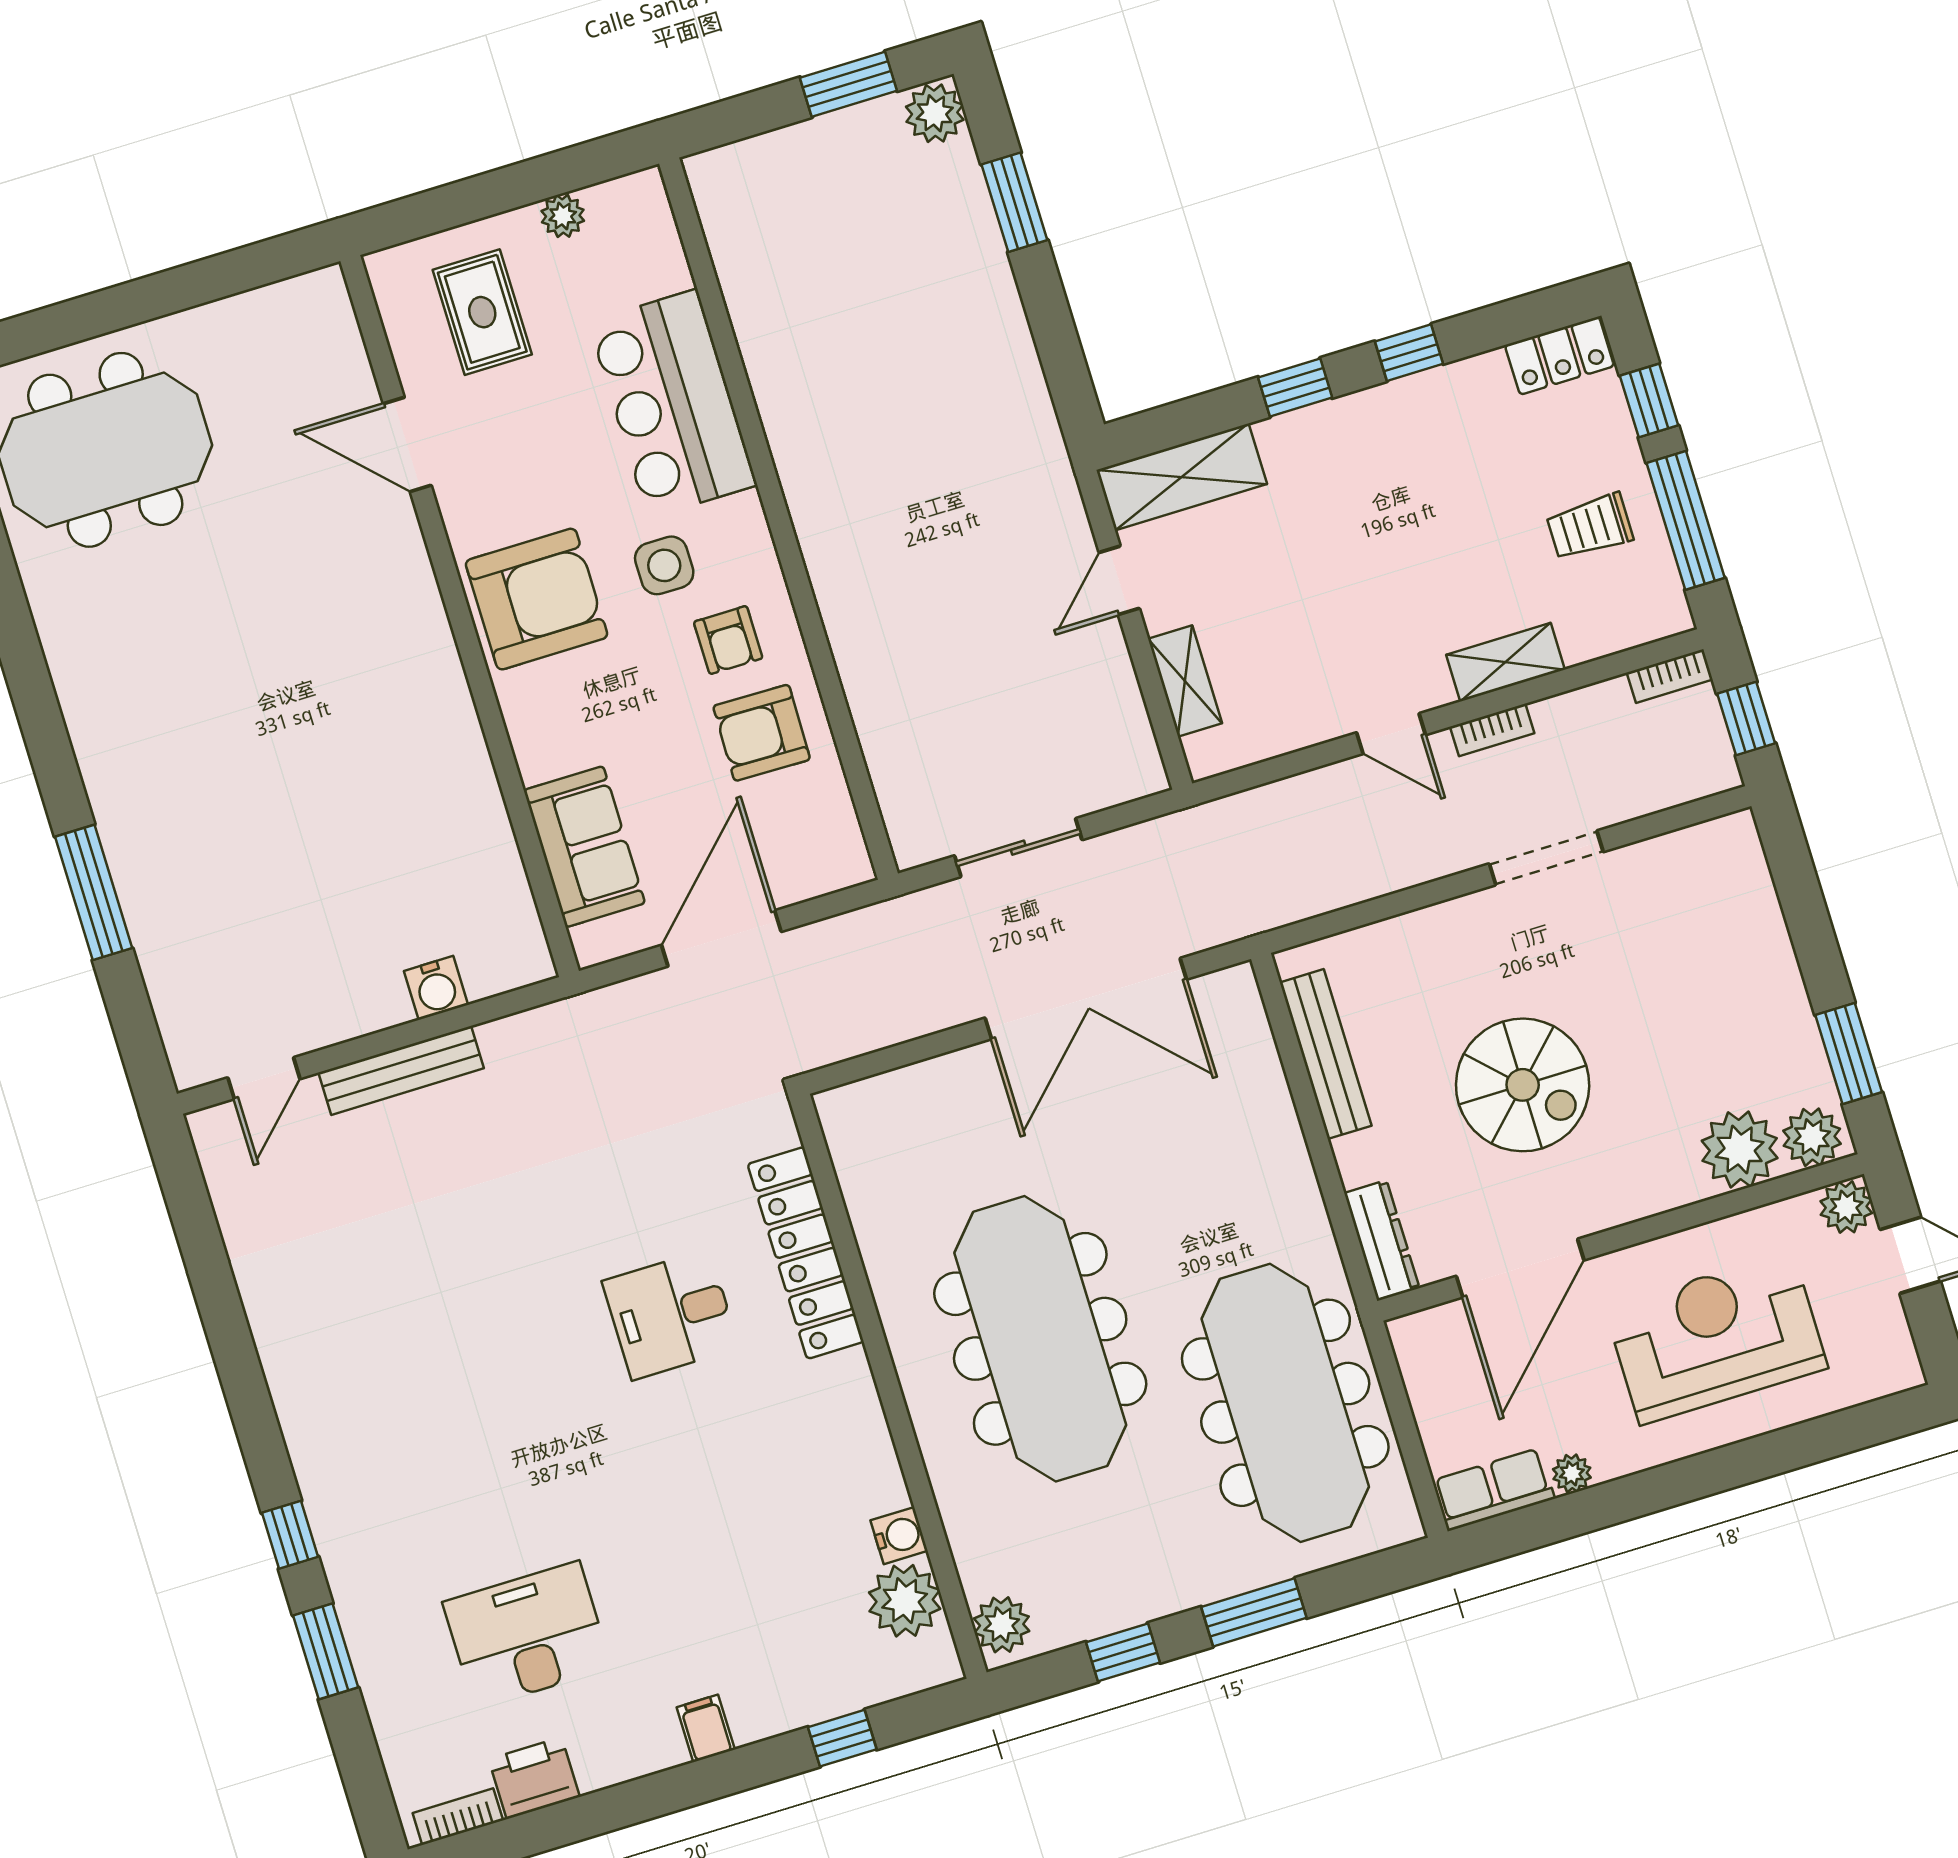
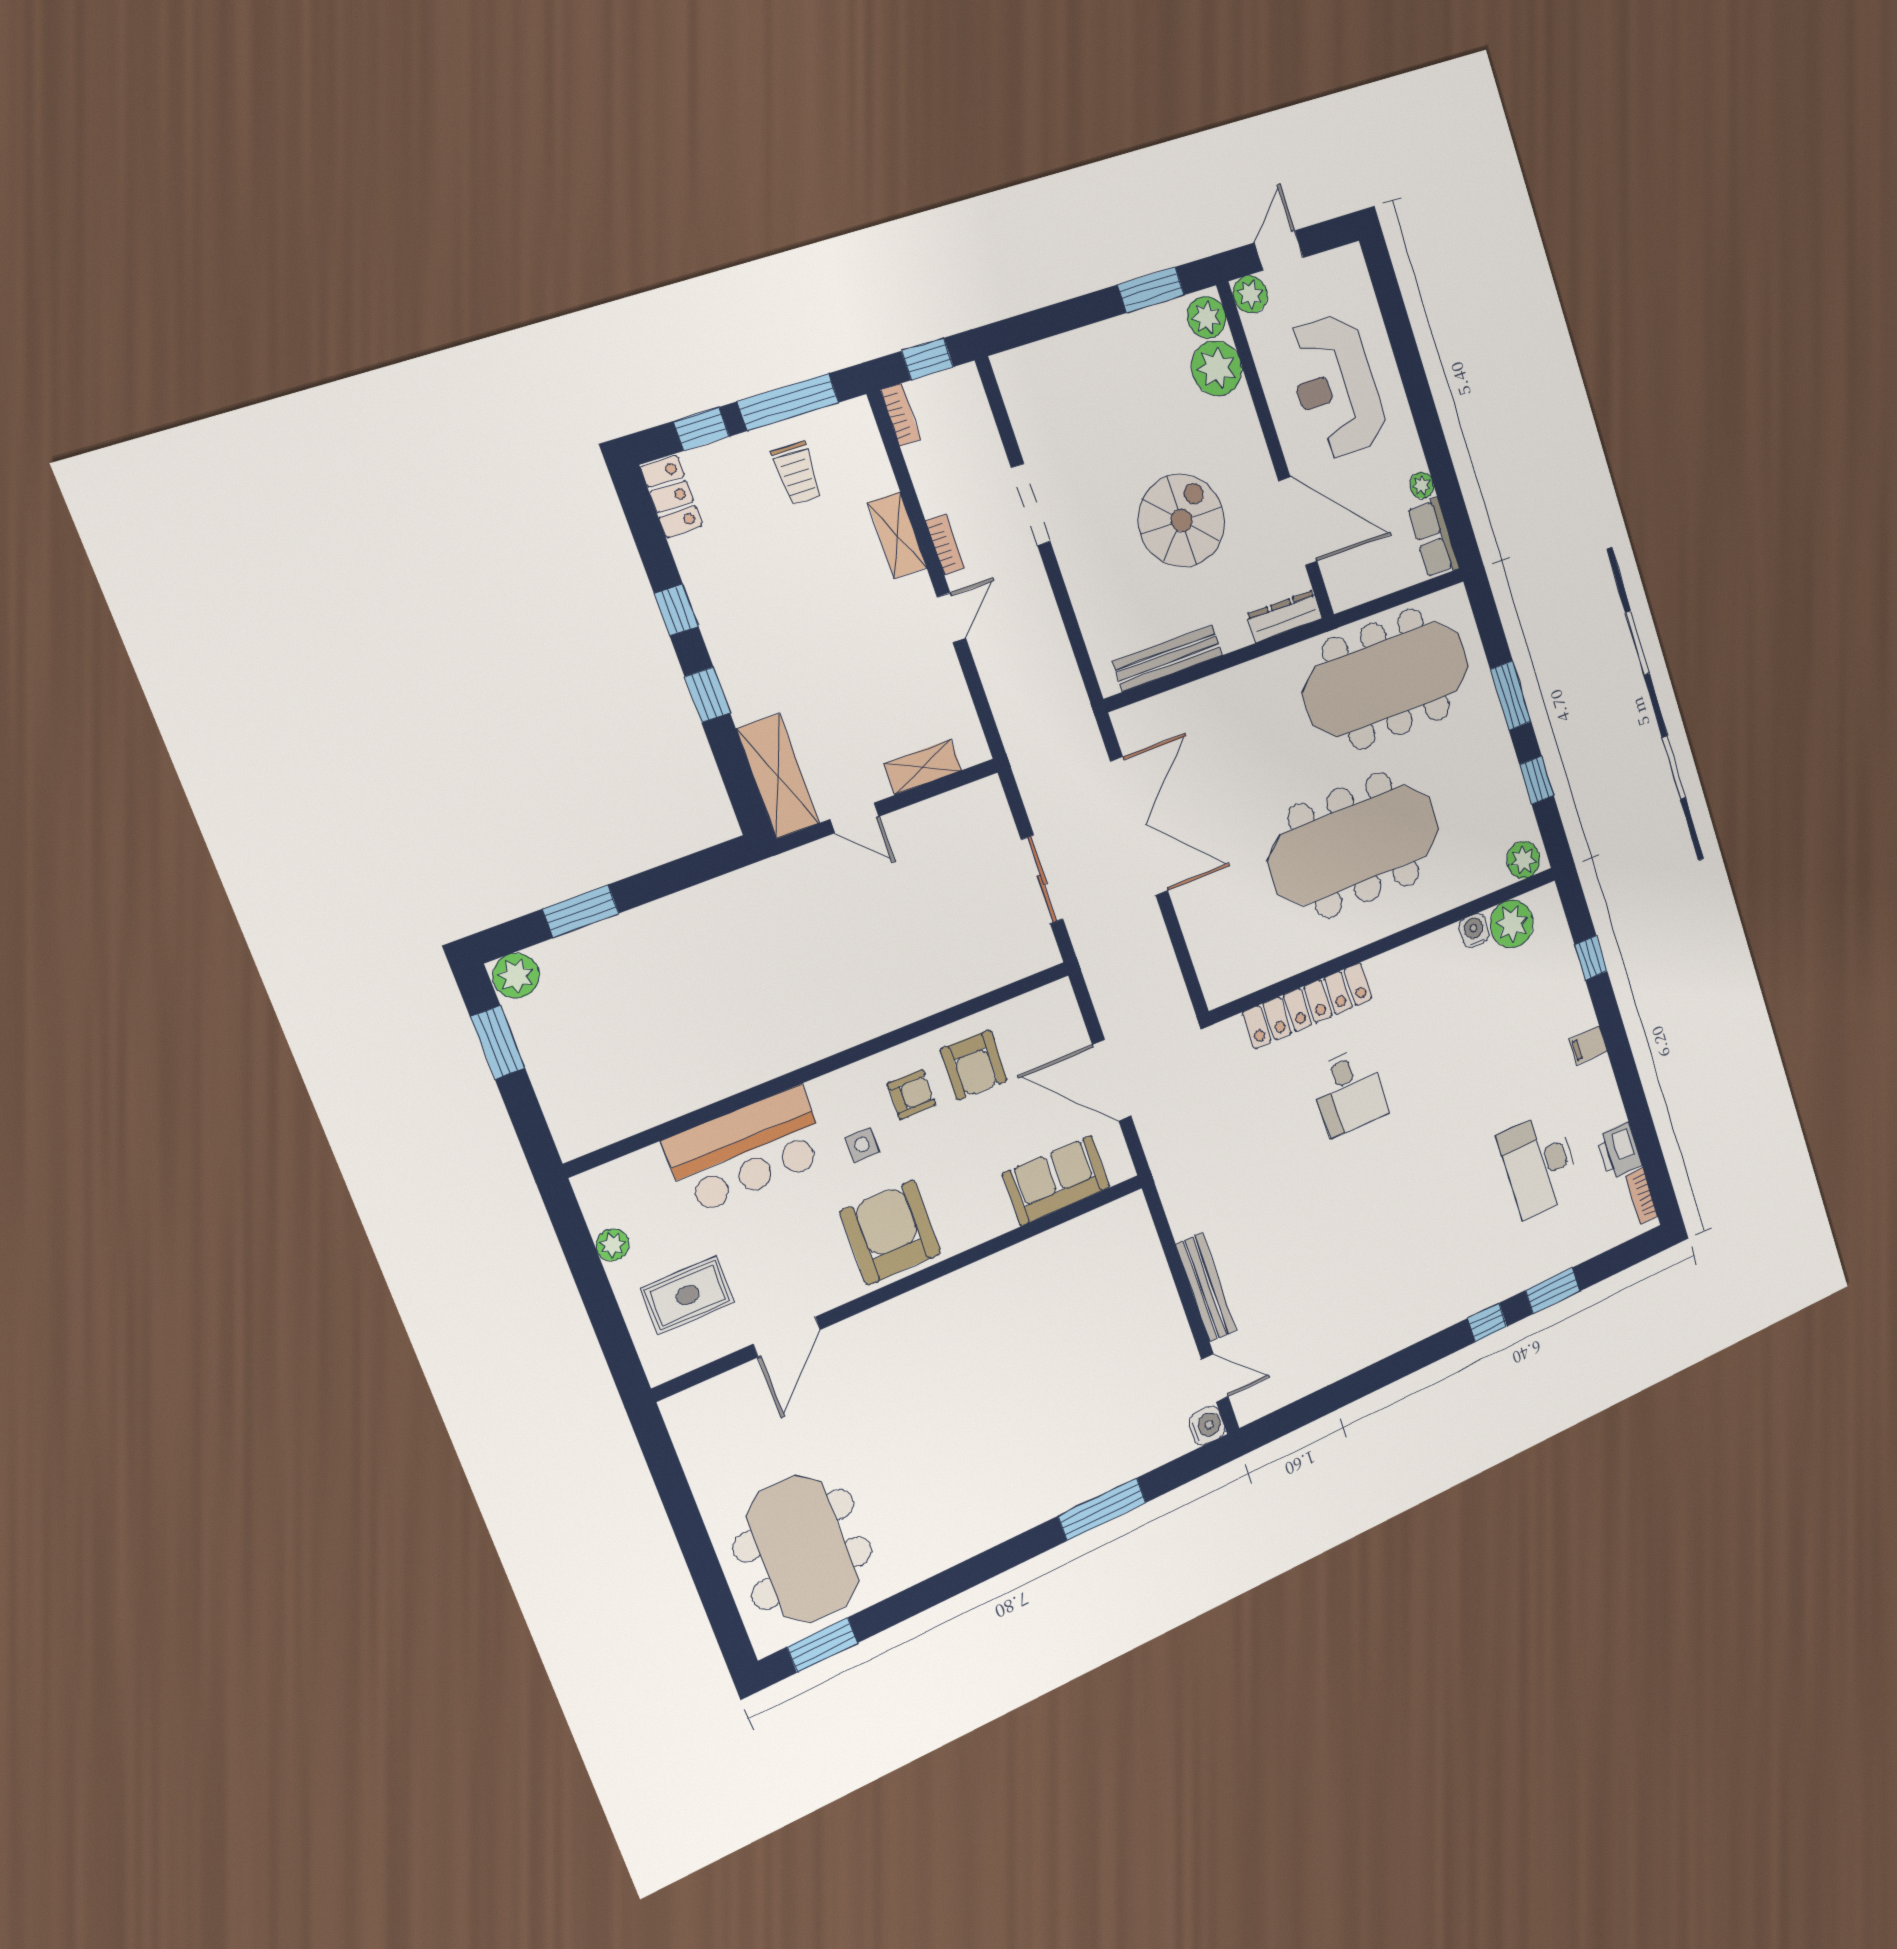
side table: (664, 565) -> (862, 1145), width x0.73, depth x0.73
water cooler: (436, 988) -> (1207, 1426), moved

